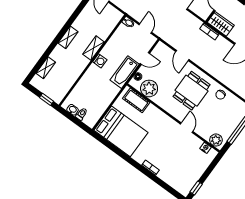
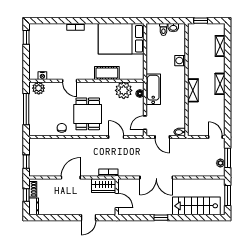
door: (145, 58) -> (145, 123), moved
washing machine: (100, 61) -> (180, 61), moved
cot: (136, 100) -> (107, 73), moved

